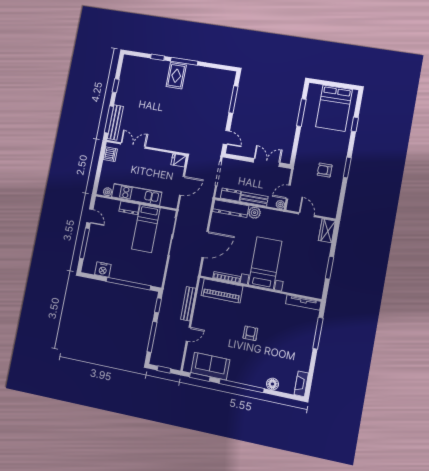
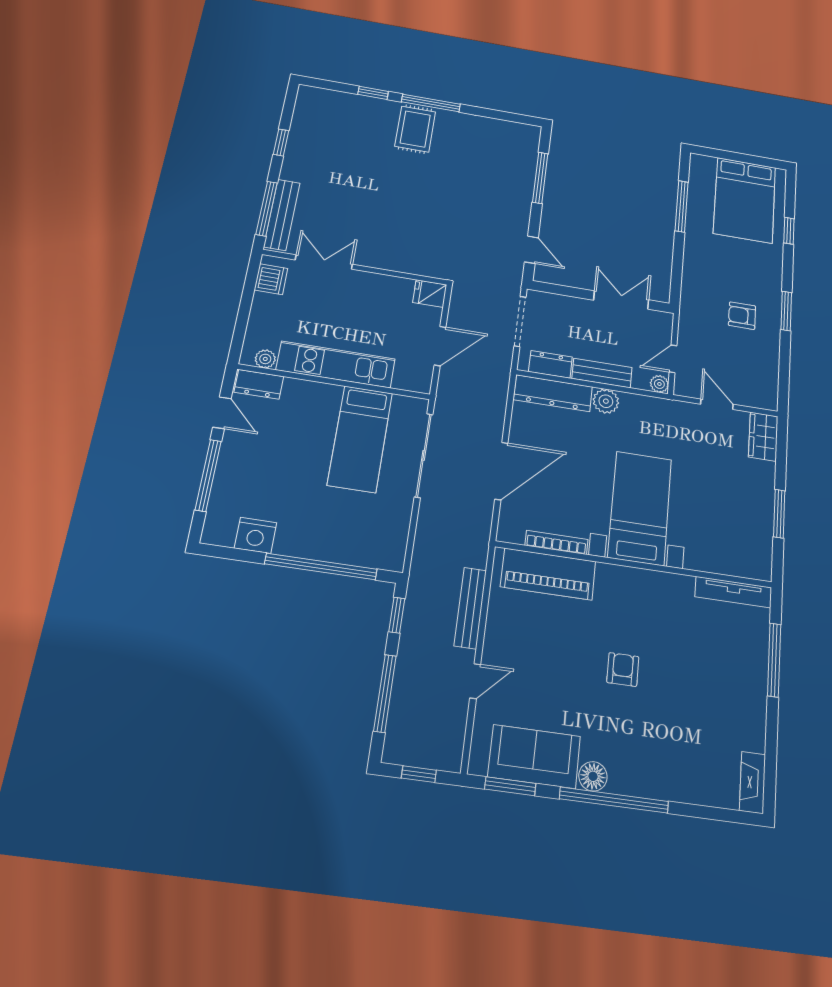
dresser: (129, 208) -> (259, 384), moved
floor lamp: (272, 384) -> (593, 776), moved

